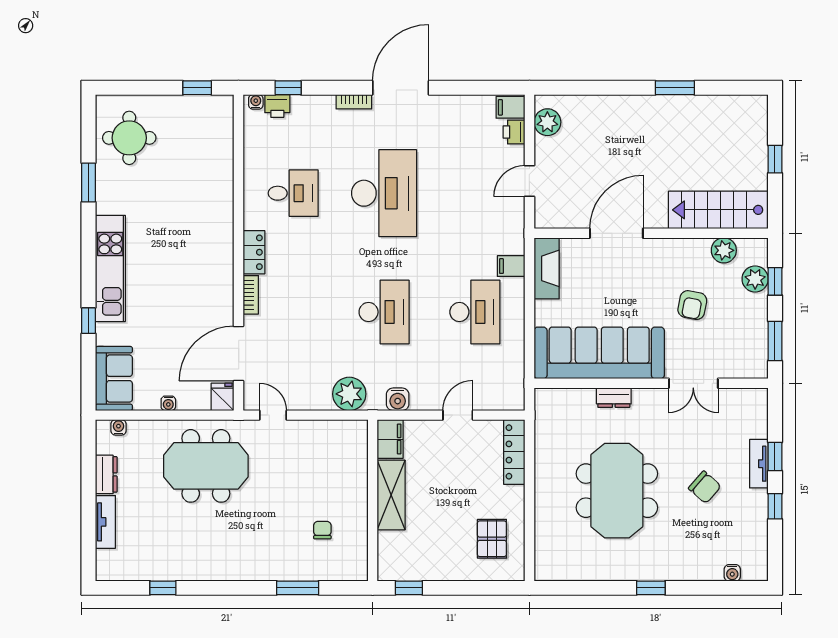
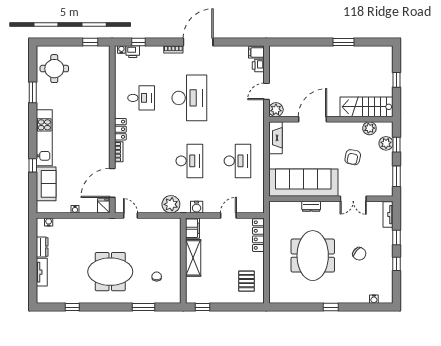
plant: (547, 122) -> (276, 110), moved
filing cabinet: (511, 266) -> (257, 137), removed
sofa: (114, 379) -> (46, 184), moved
tv unit: (759, 464) -> (388, 215), moved
meeting table: (206, 466) -> (110, 272), moved

